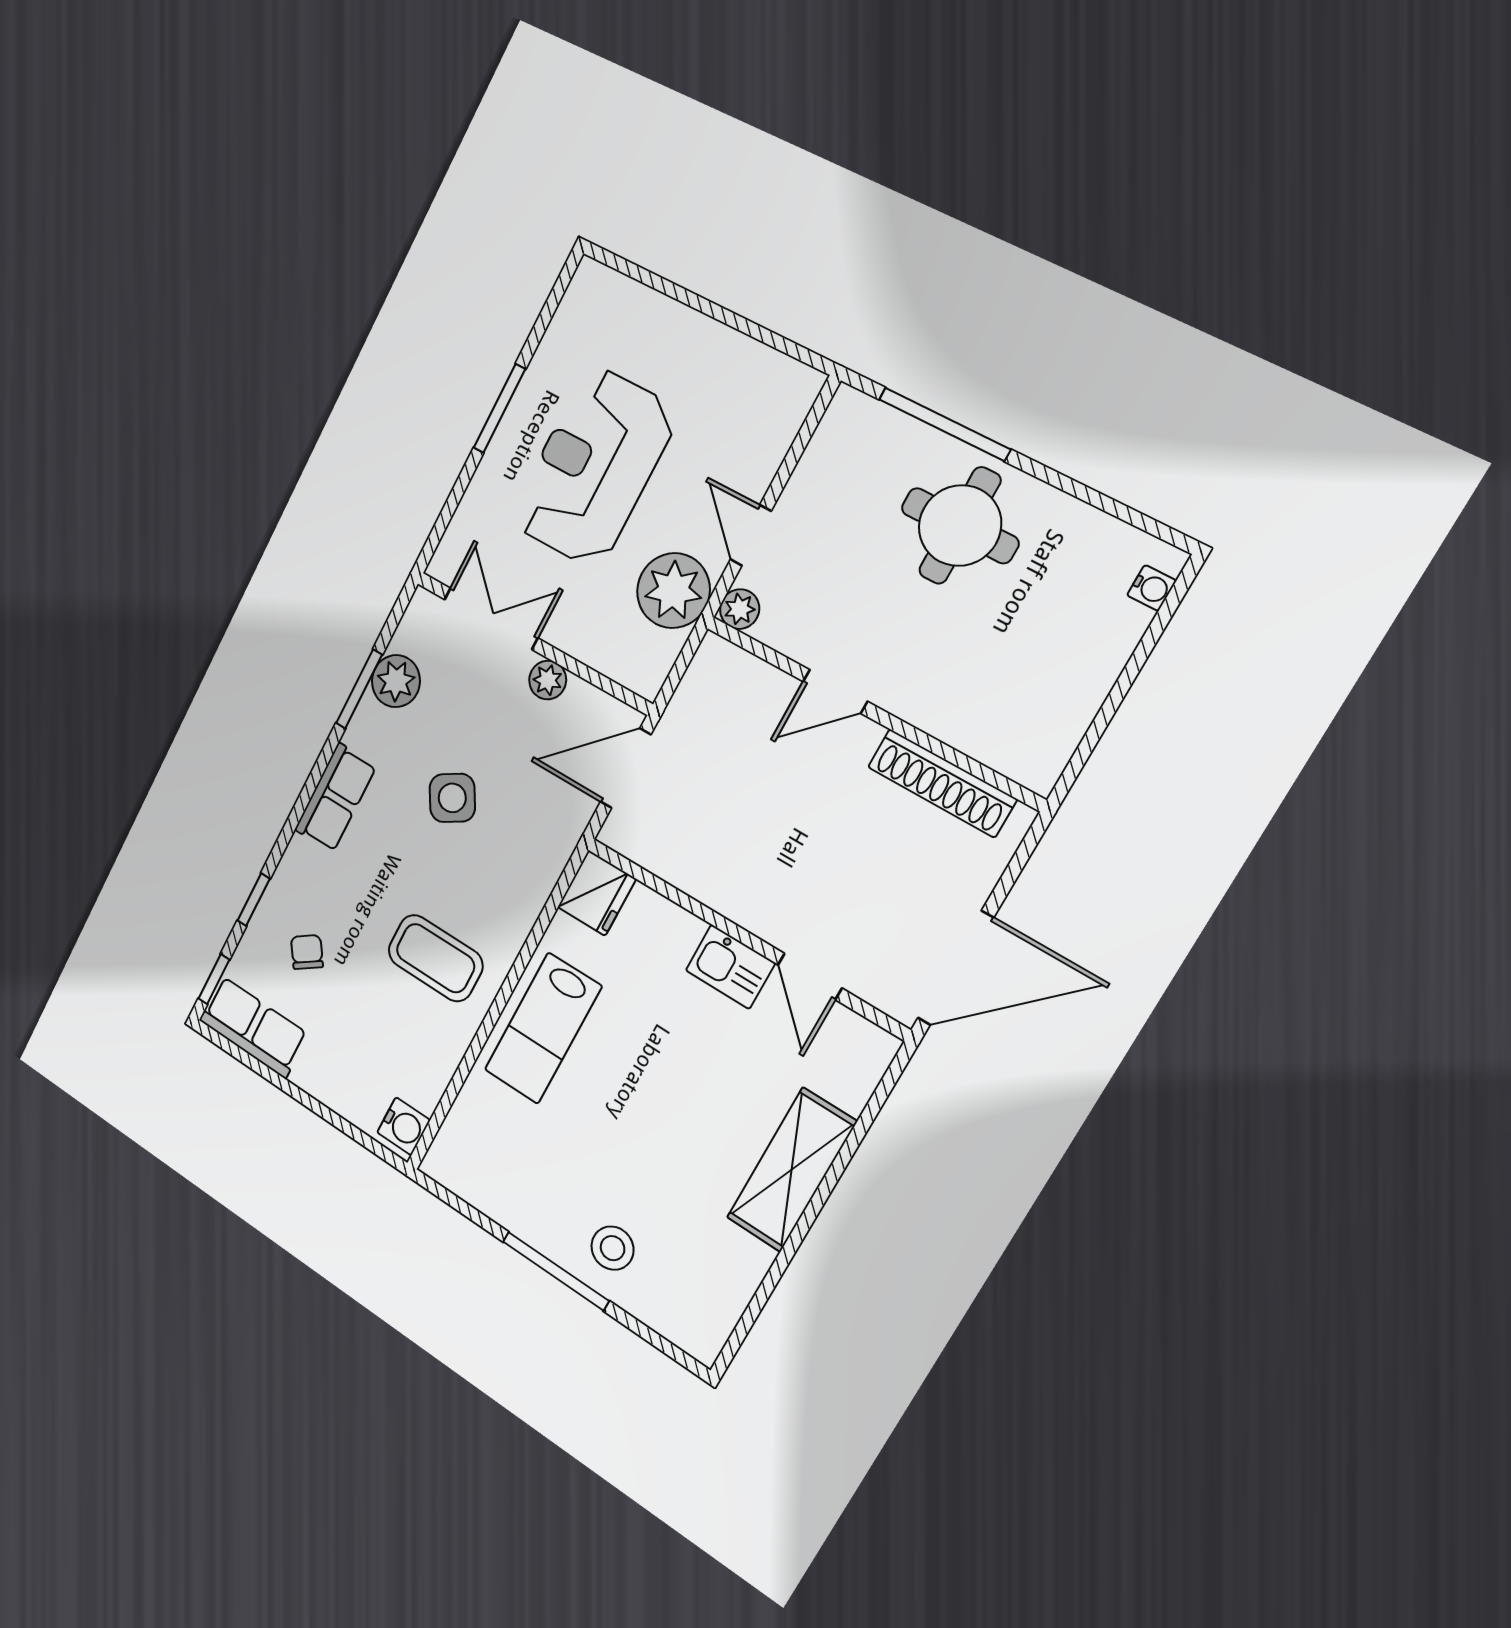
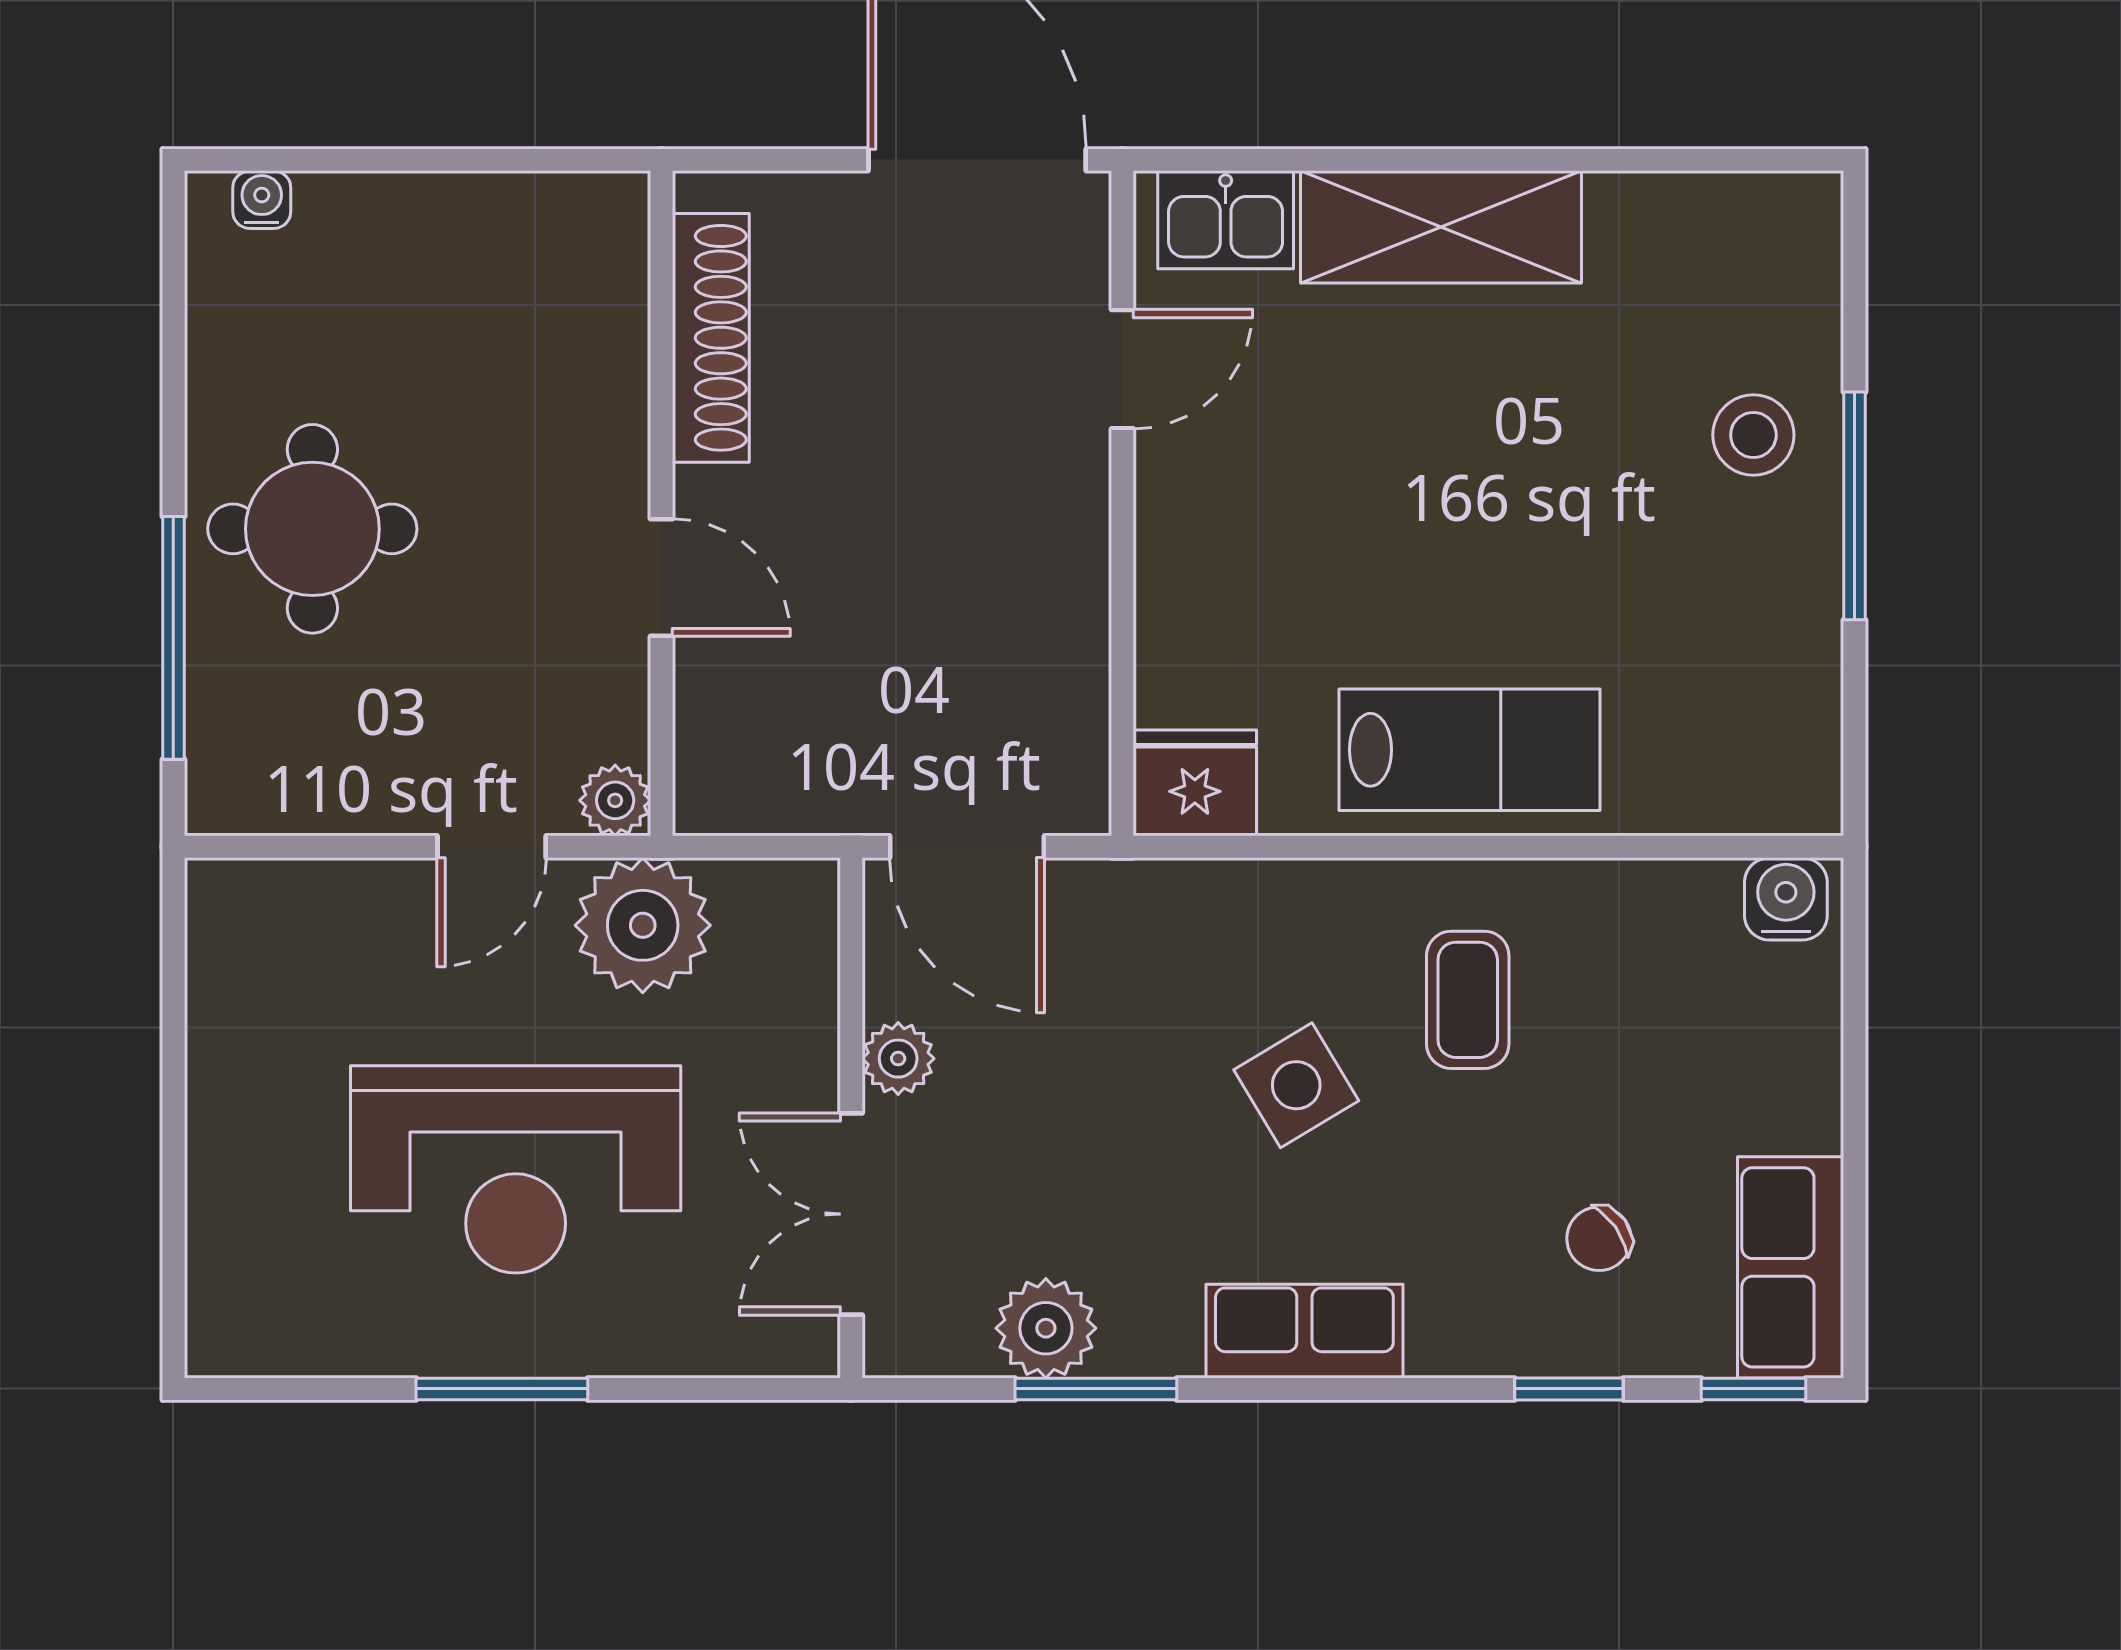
side table: (452, 798) -> (1296, 1085), moved
coffee table: (435, 958) -> (1468, 1000), width x0.73, depth x0.77
kitchen sink: (730, 967) -> (1226, 220), moved, turned 90

